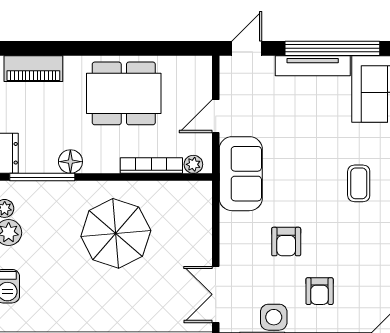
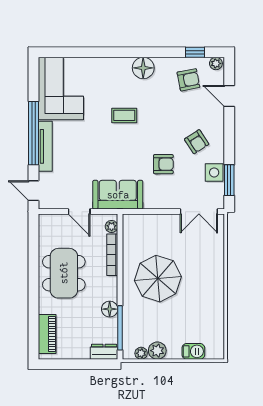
armchair: (320, 291) -> (197, 142), turned 57

